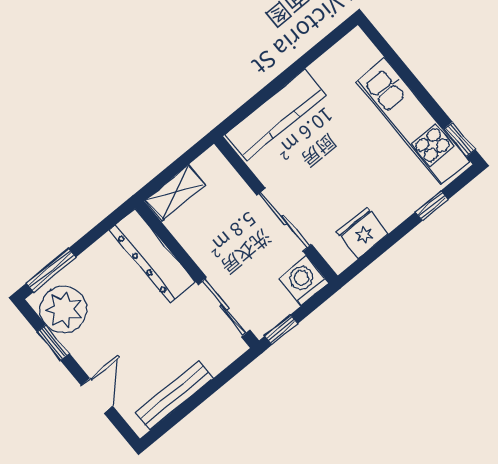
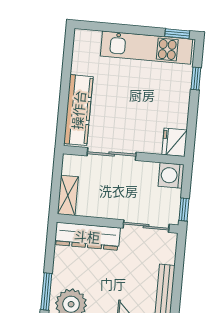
sliding door: (284, 220) -> (112, 154), moved
fridge: (363, 233) -> (175, 142), moved

